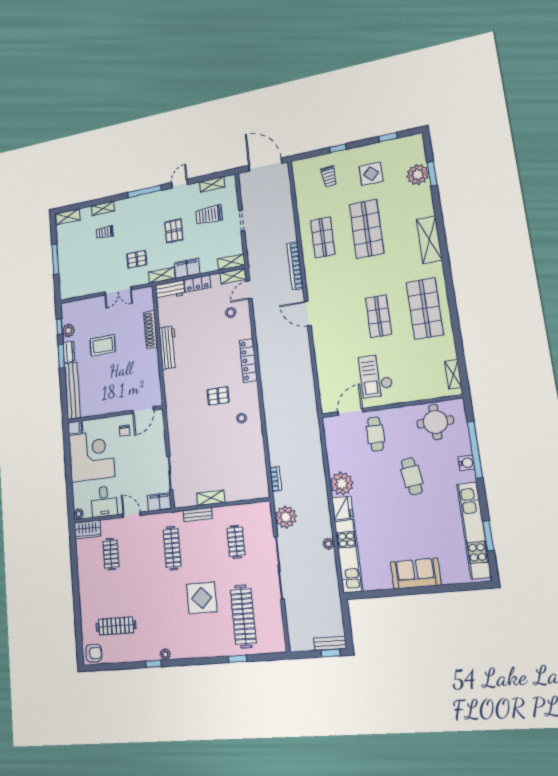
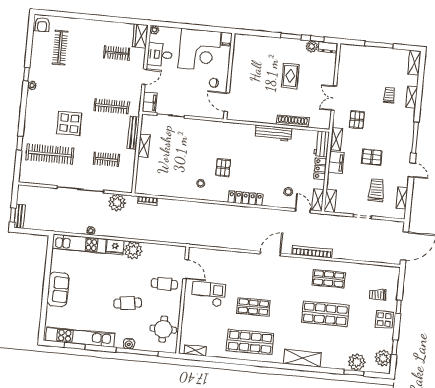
plant: (405, 146) -> (383, 358), added
display table: (371, 174) -> (384, 320), moved
dresser: (69, 352) -> (328, 47), moved
bench: (72, 391) -> (259, 42), removed
bench: (198, 515) -> (133, 133), width x1.36

